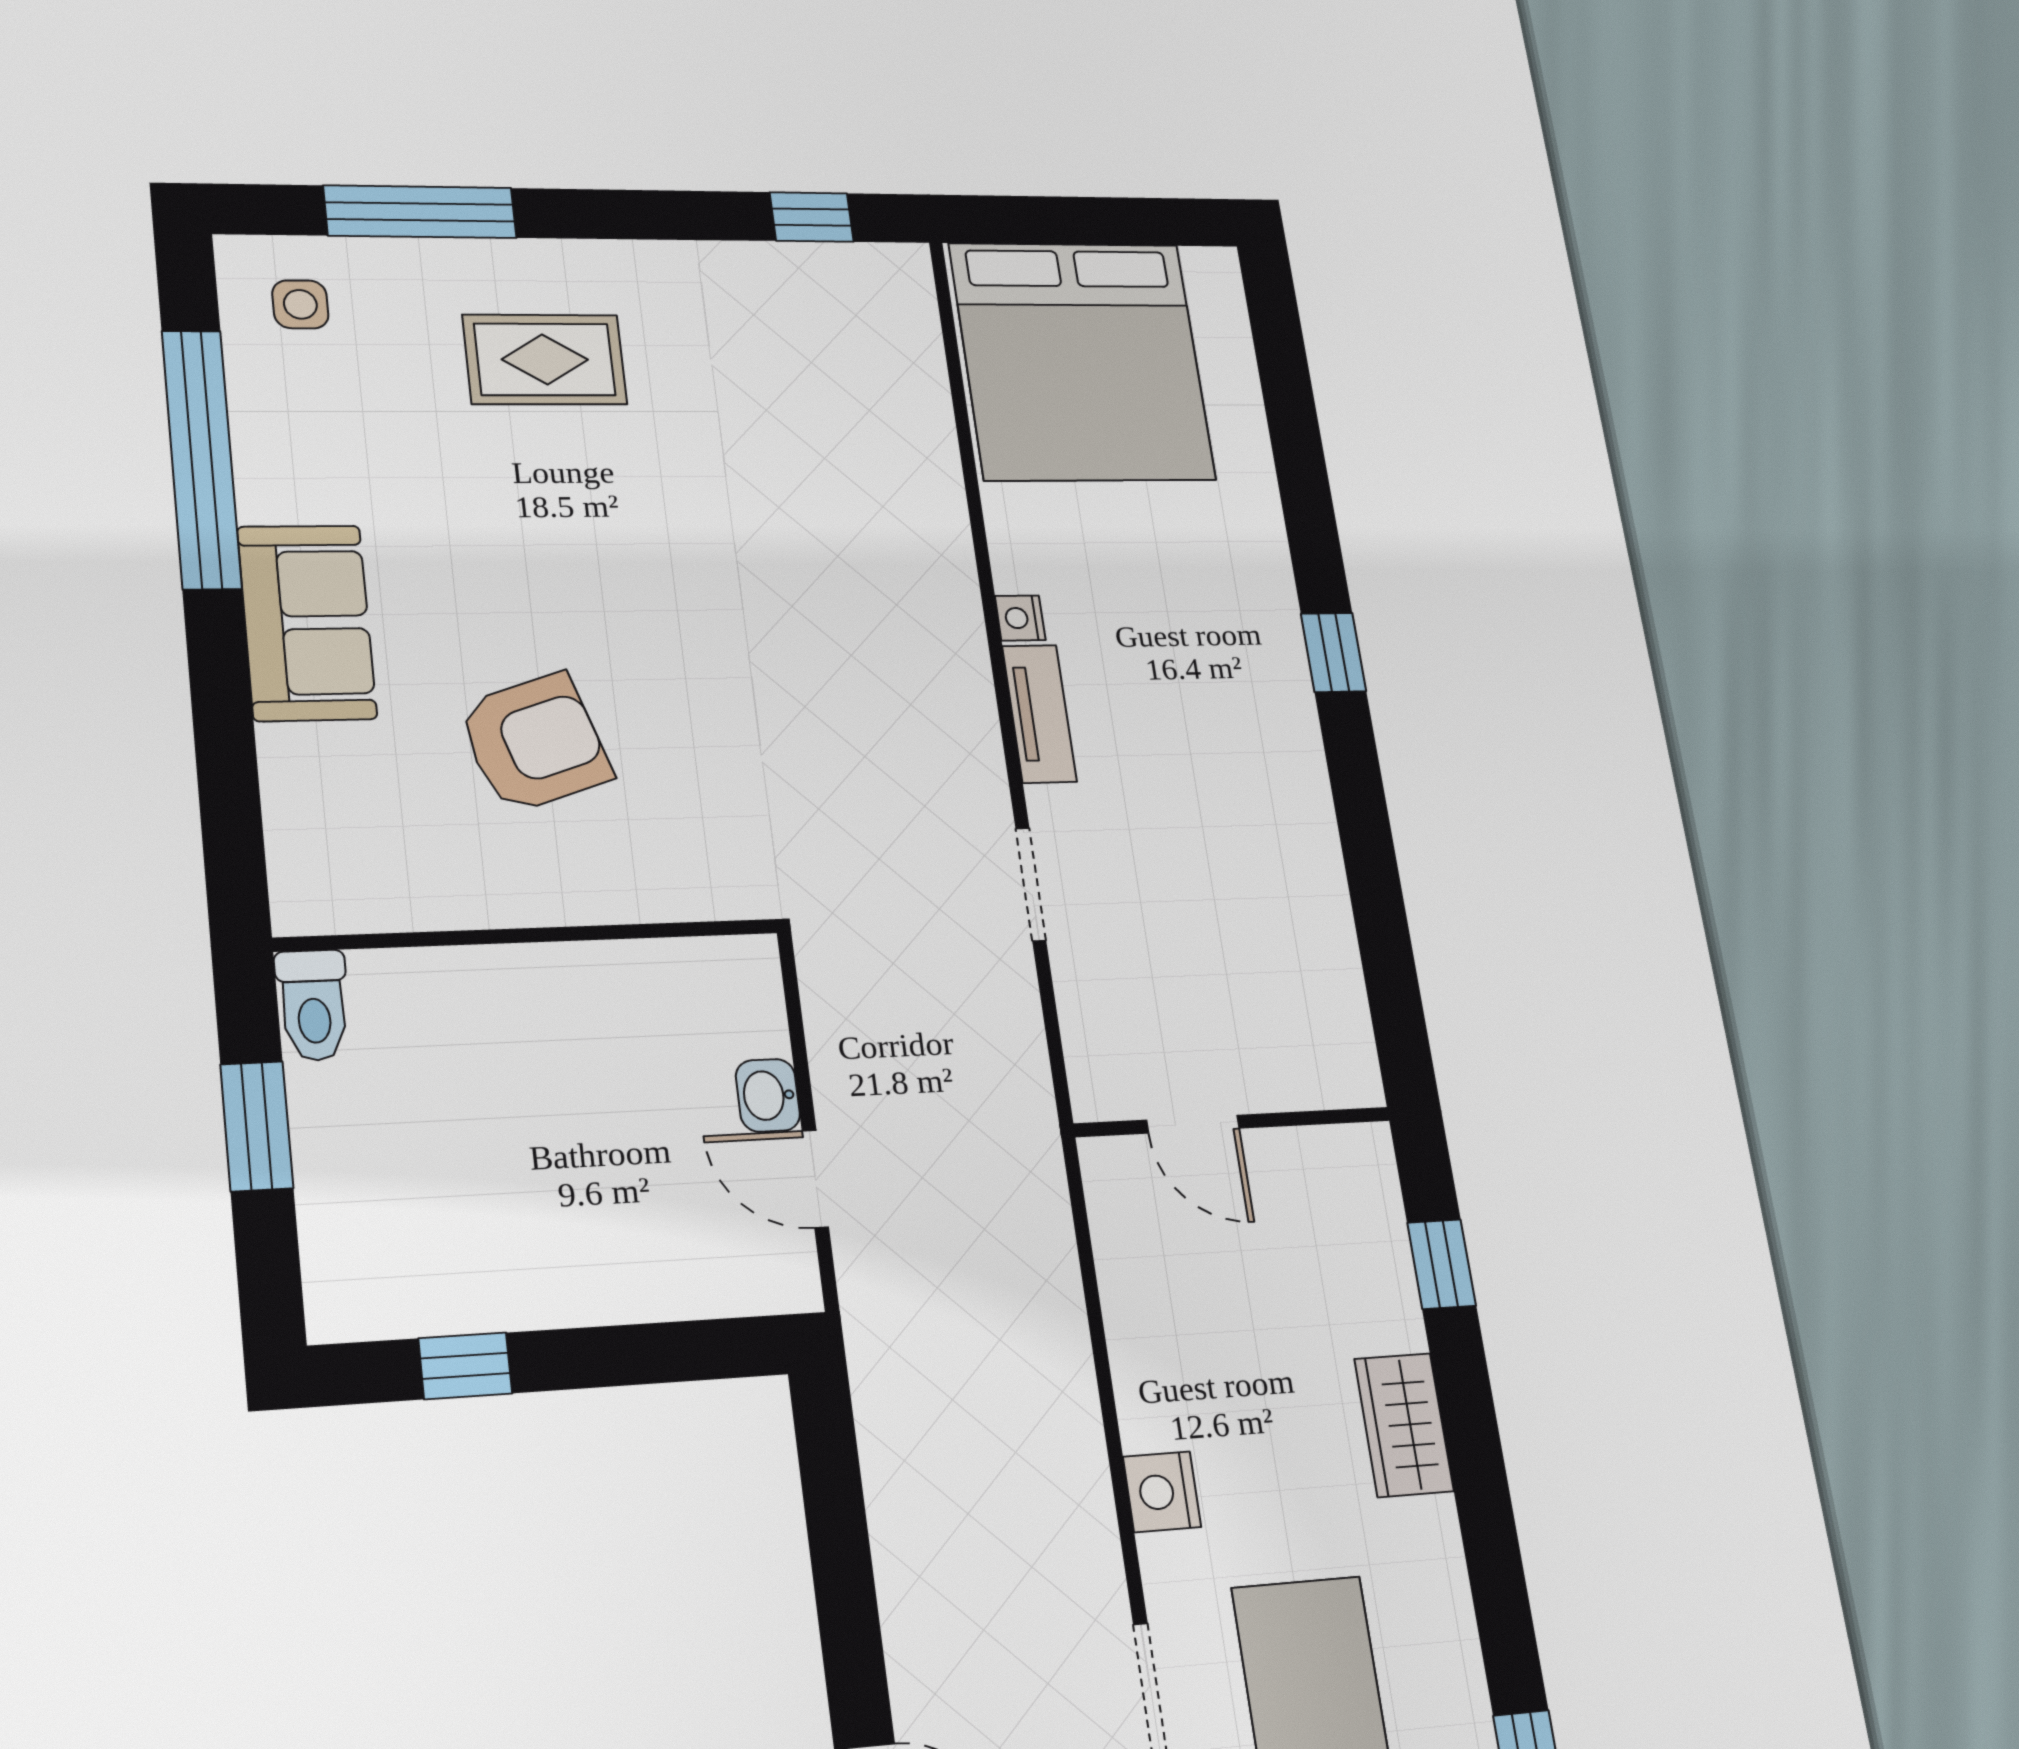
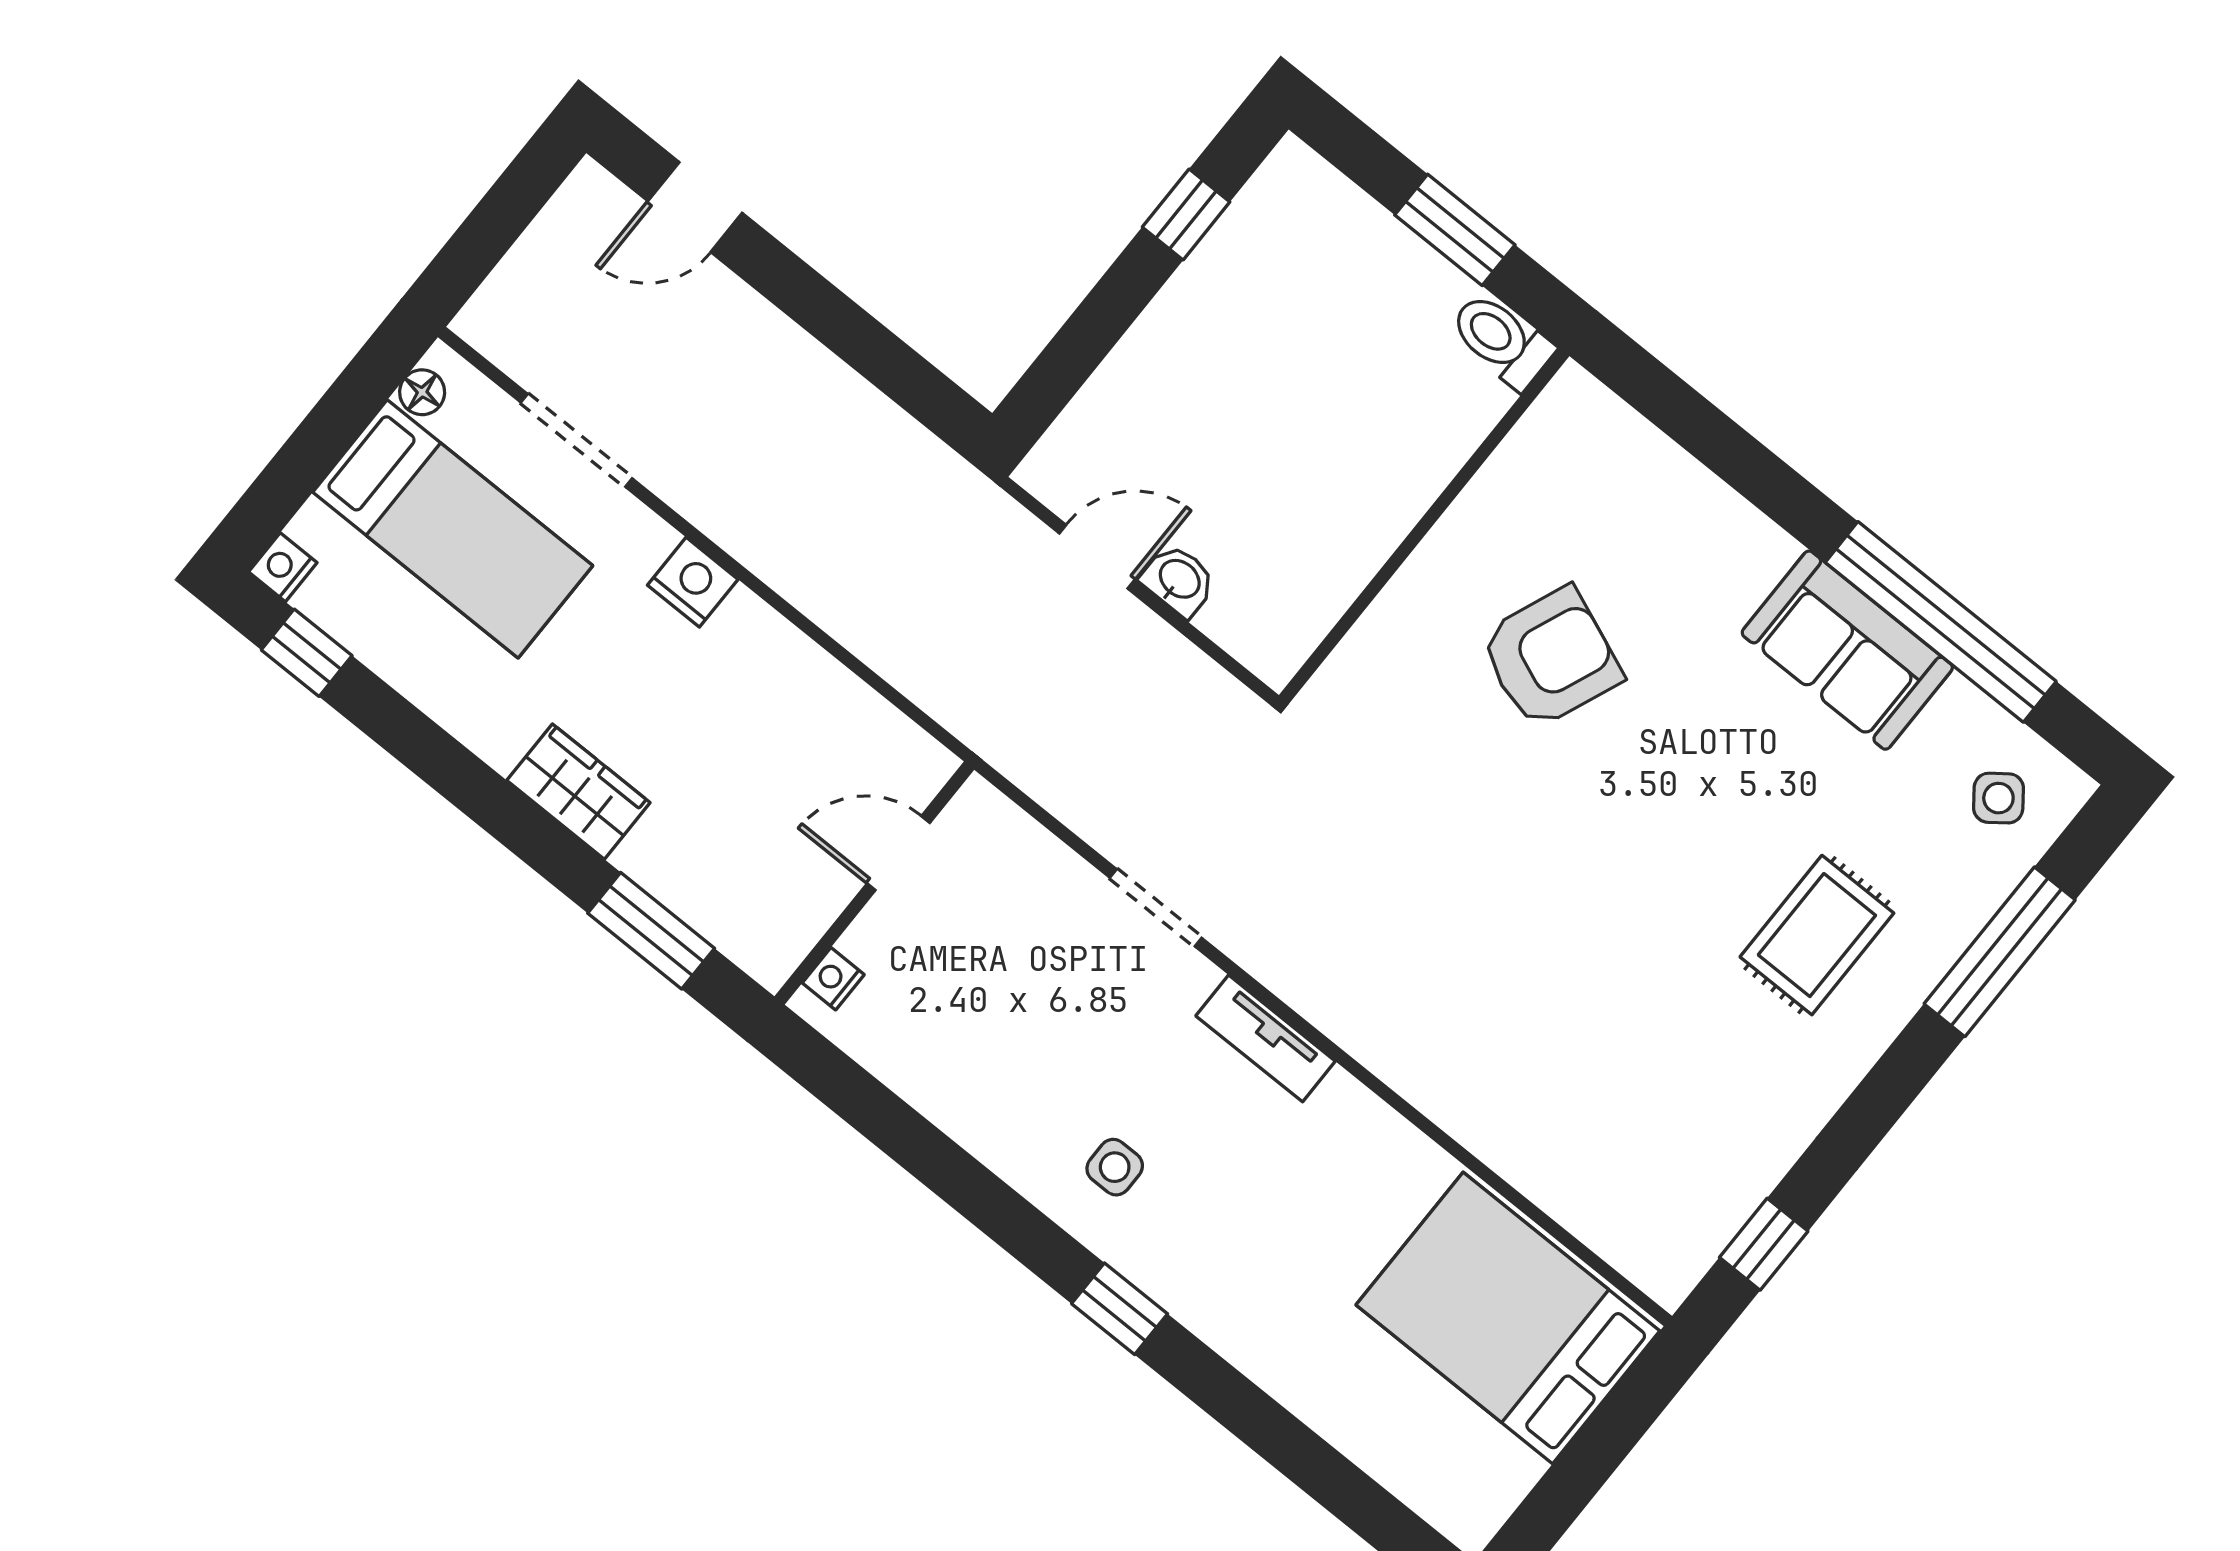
side table: (300, 304) -> (1998, 798), turned -37
bed: (1082, 361) -> (1508, 1318), width x0.73
nightstand: (1020, 618) -> (833, 979), moved, turned -90
sofa: (307, 623) -> (1847, 650), moved
armchair: (534, 743) -> (1551, 658), turned -140
side table: (1243, 745) -> (1115, 1167), added
window: (1442, 1264) -> (651, 931), width x1.50

